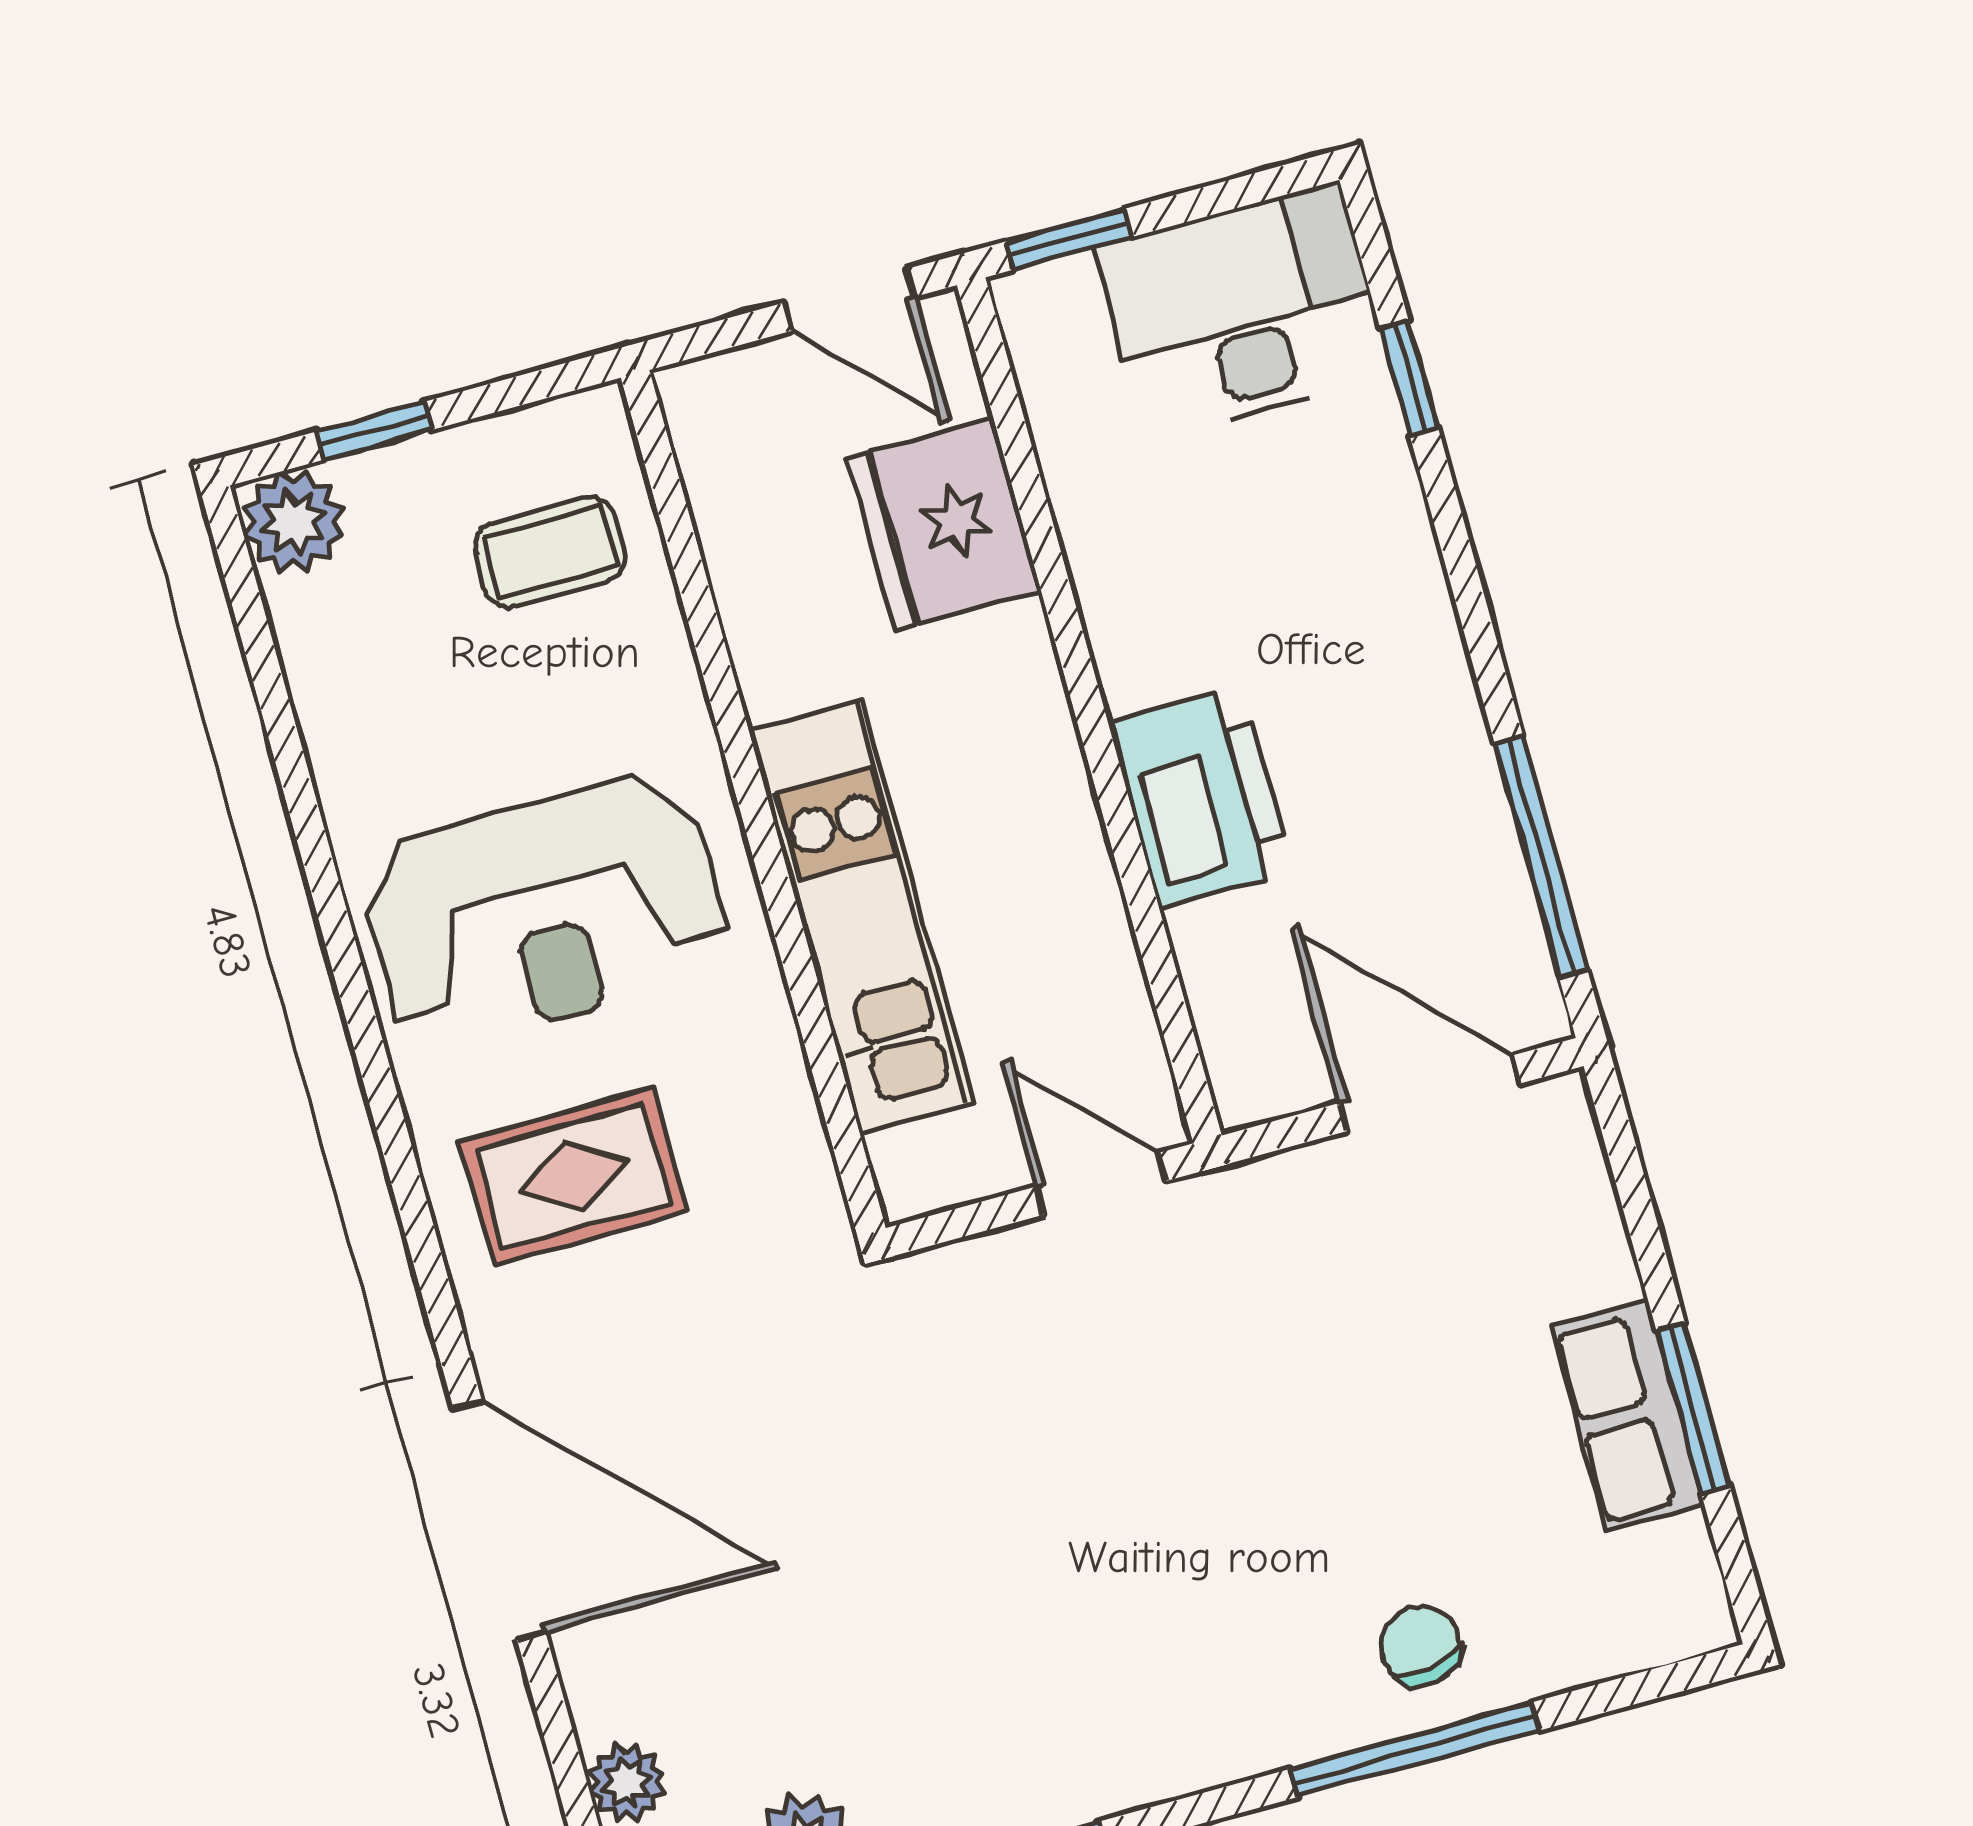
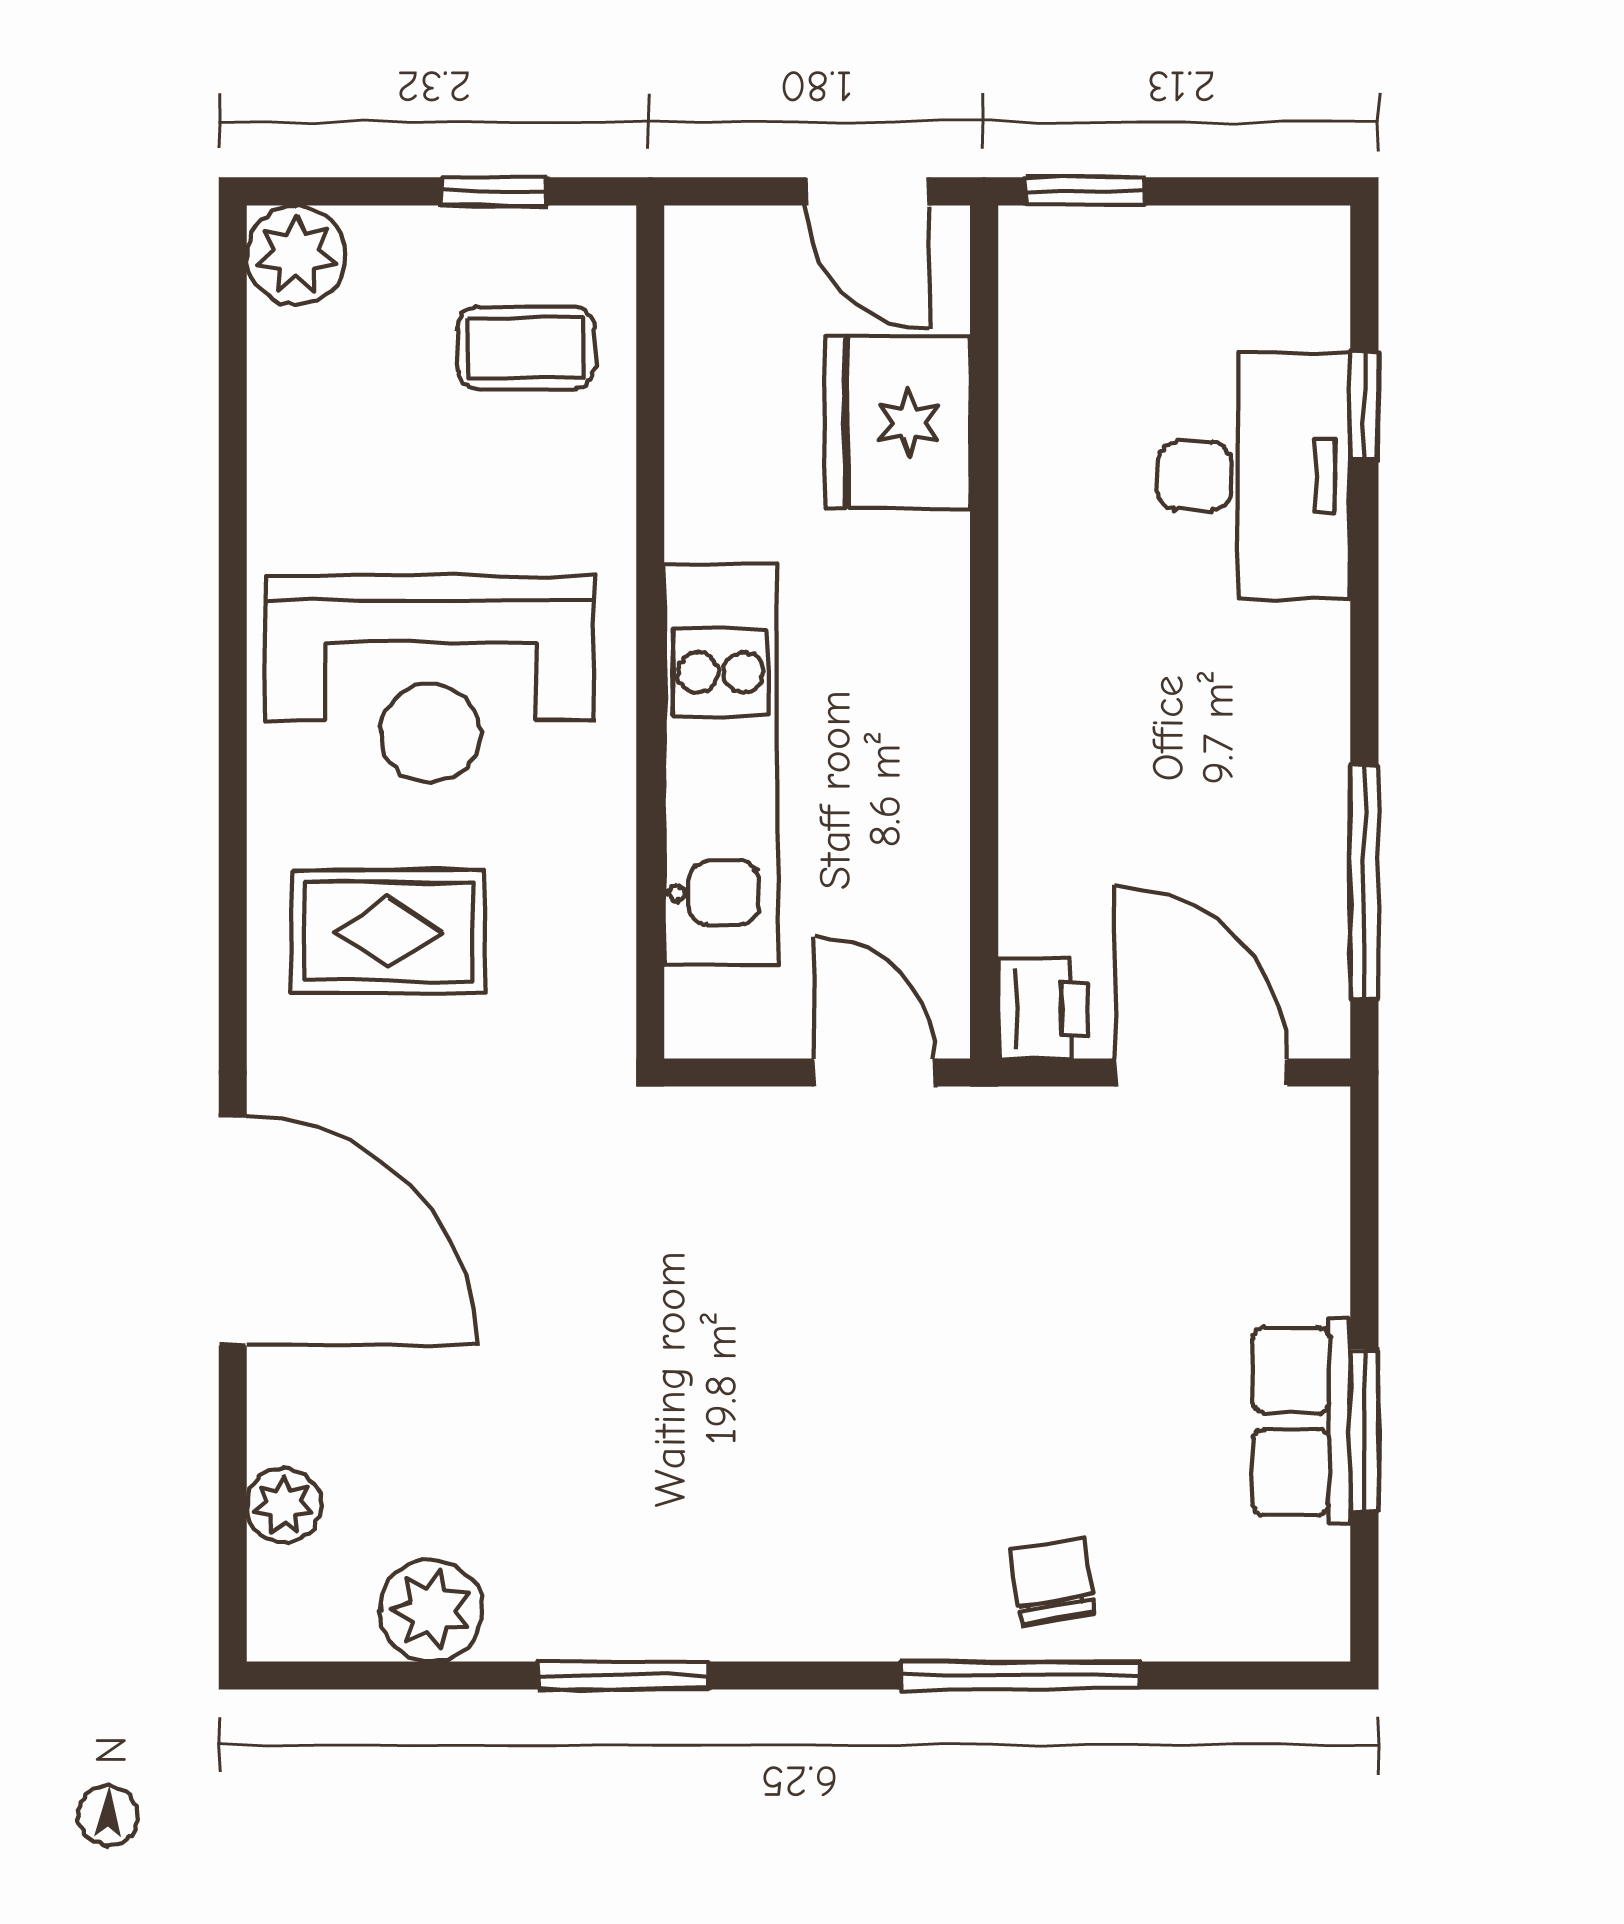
desk: (1243, 311) -> (1254, 476), moved, turned 90
window: (374, 431) -> (494, 191), moved
printer: (1201, 797) -> (1043, 1009), moved, width x0.53, depth x0.68

